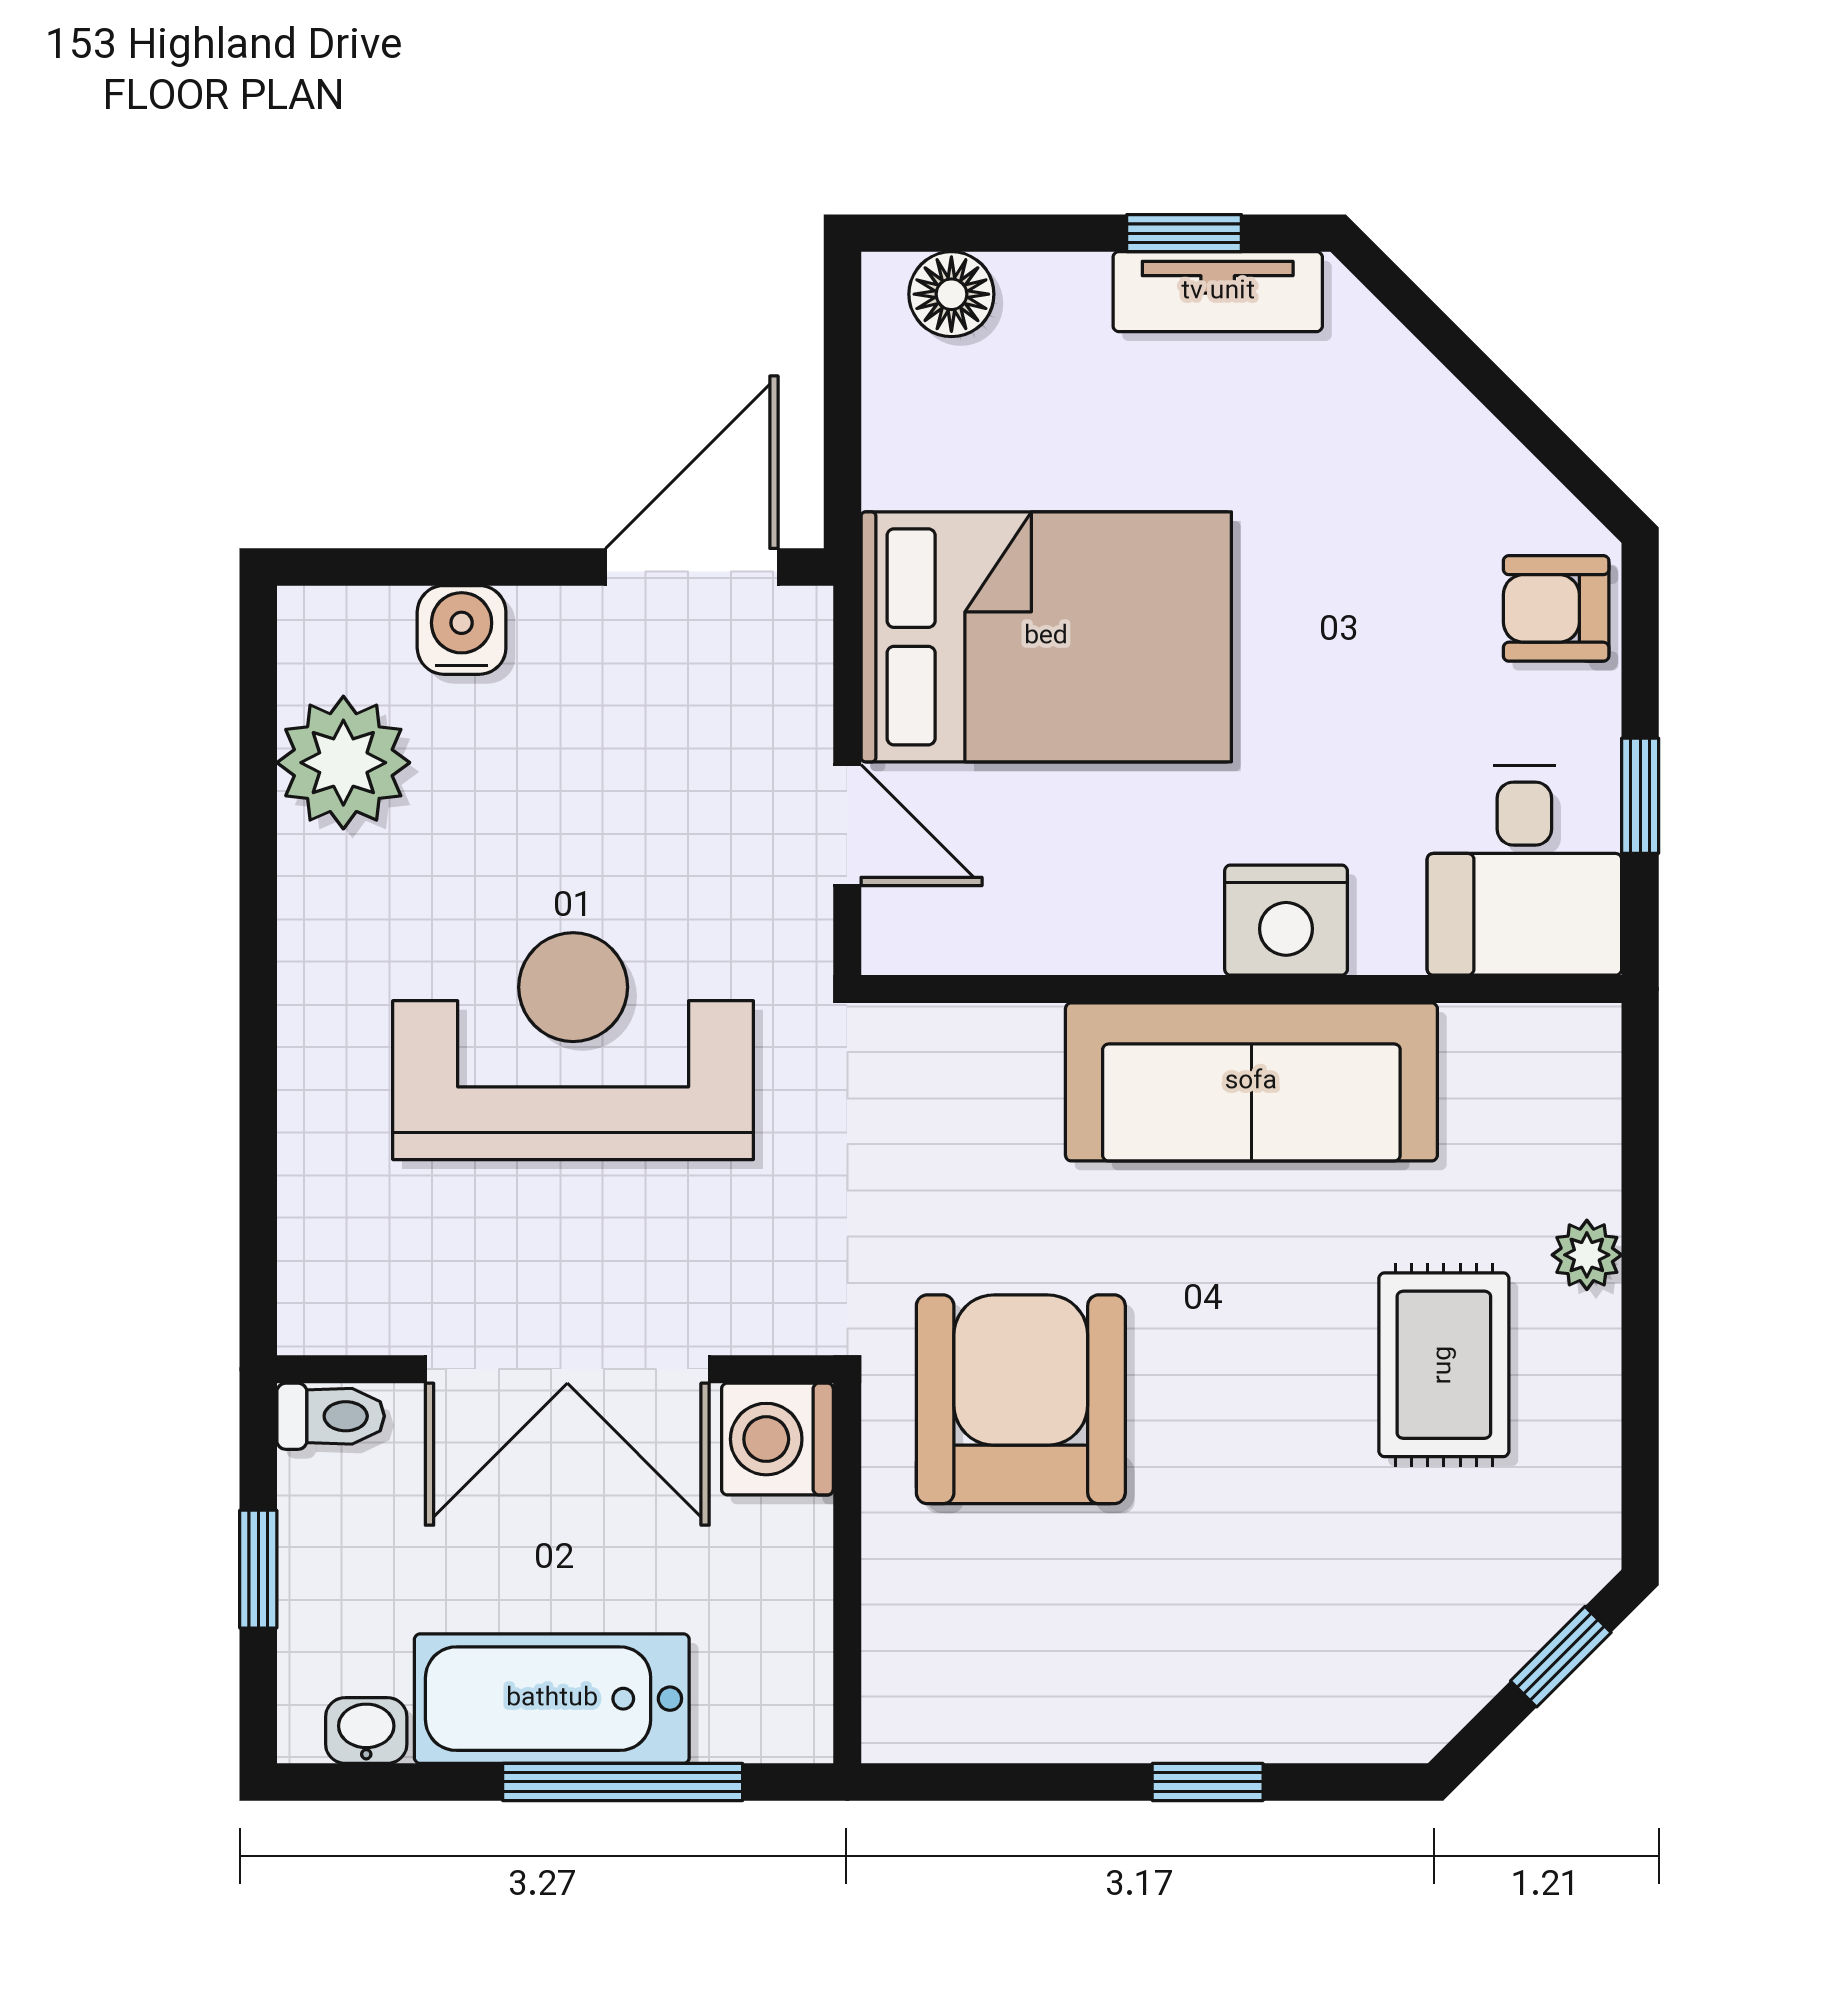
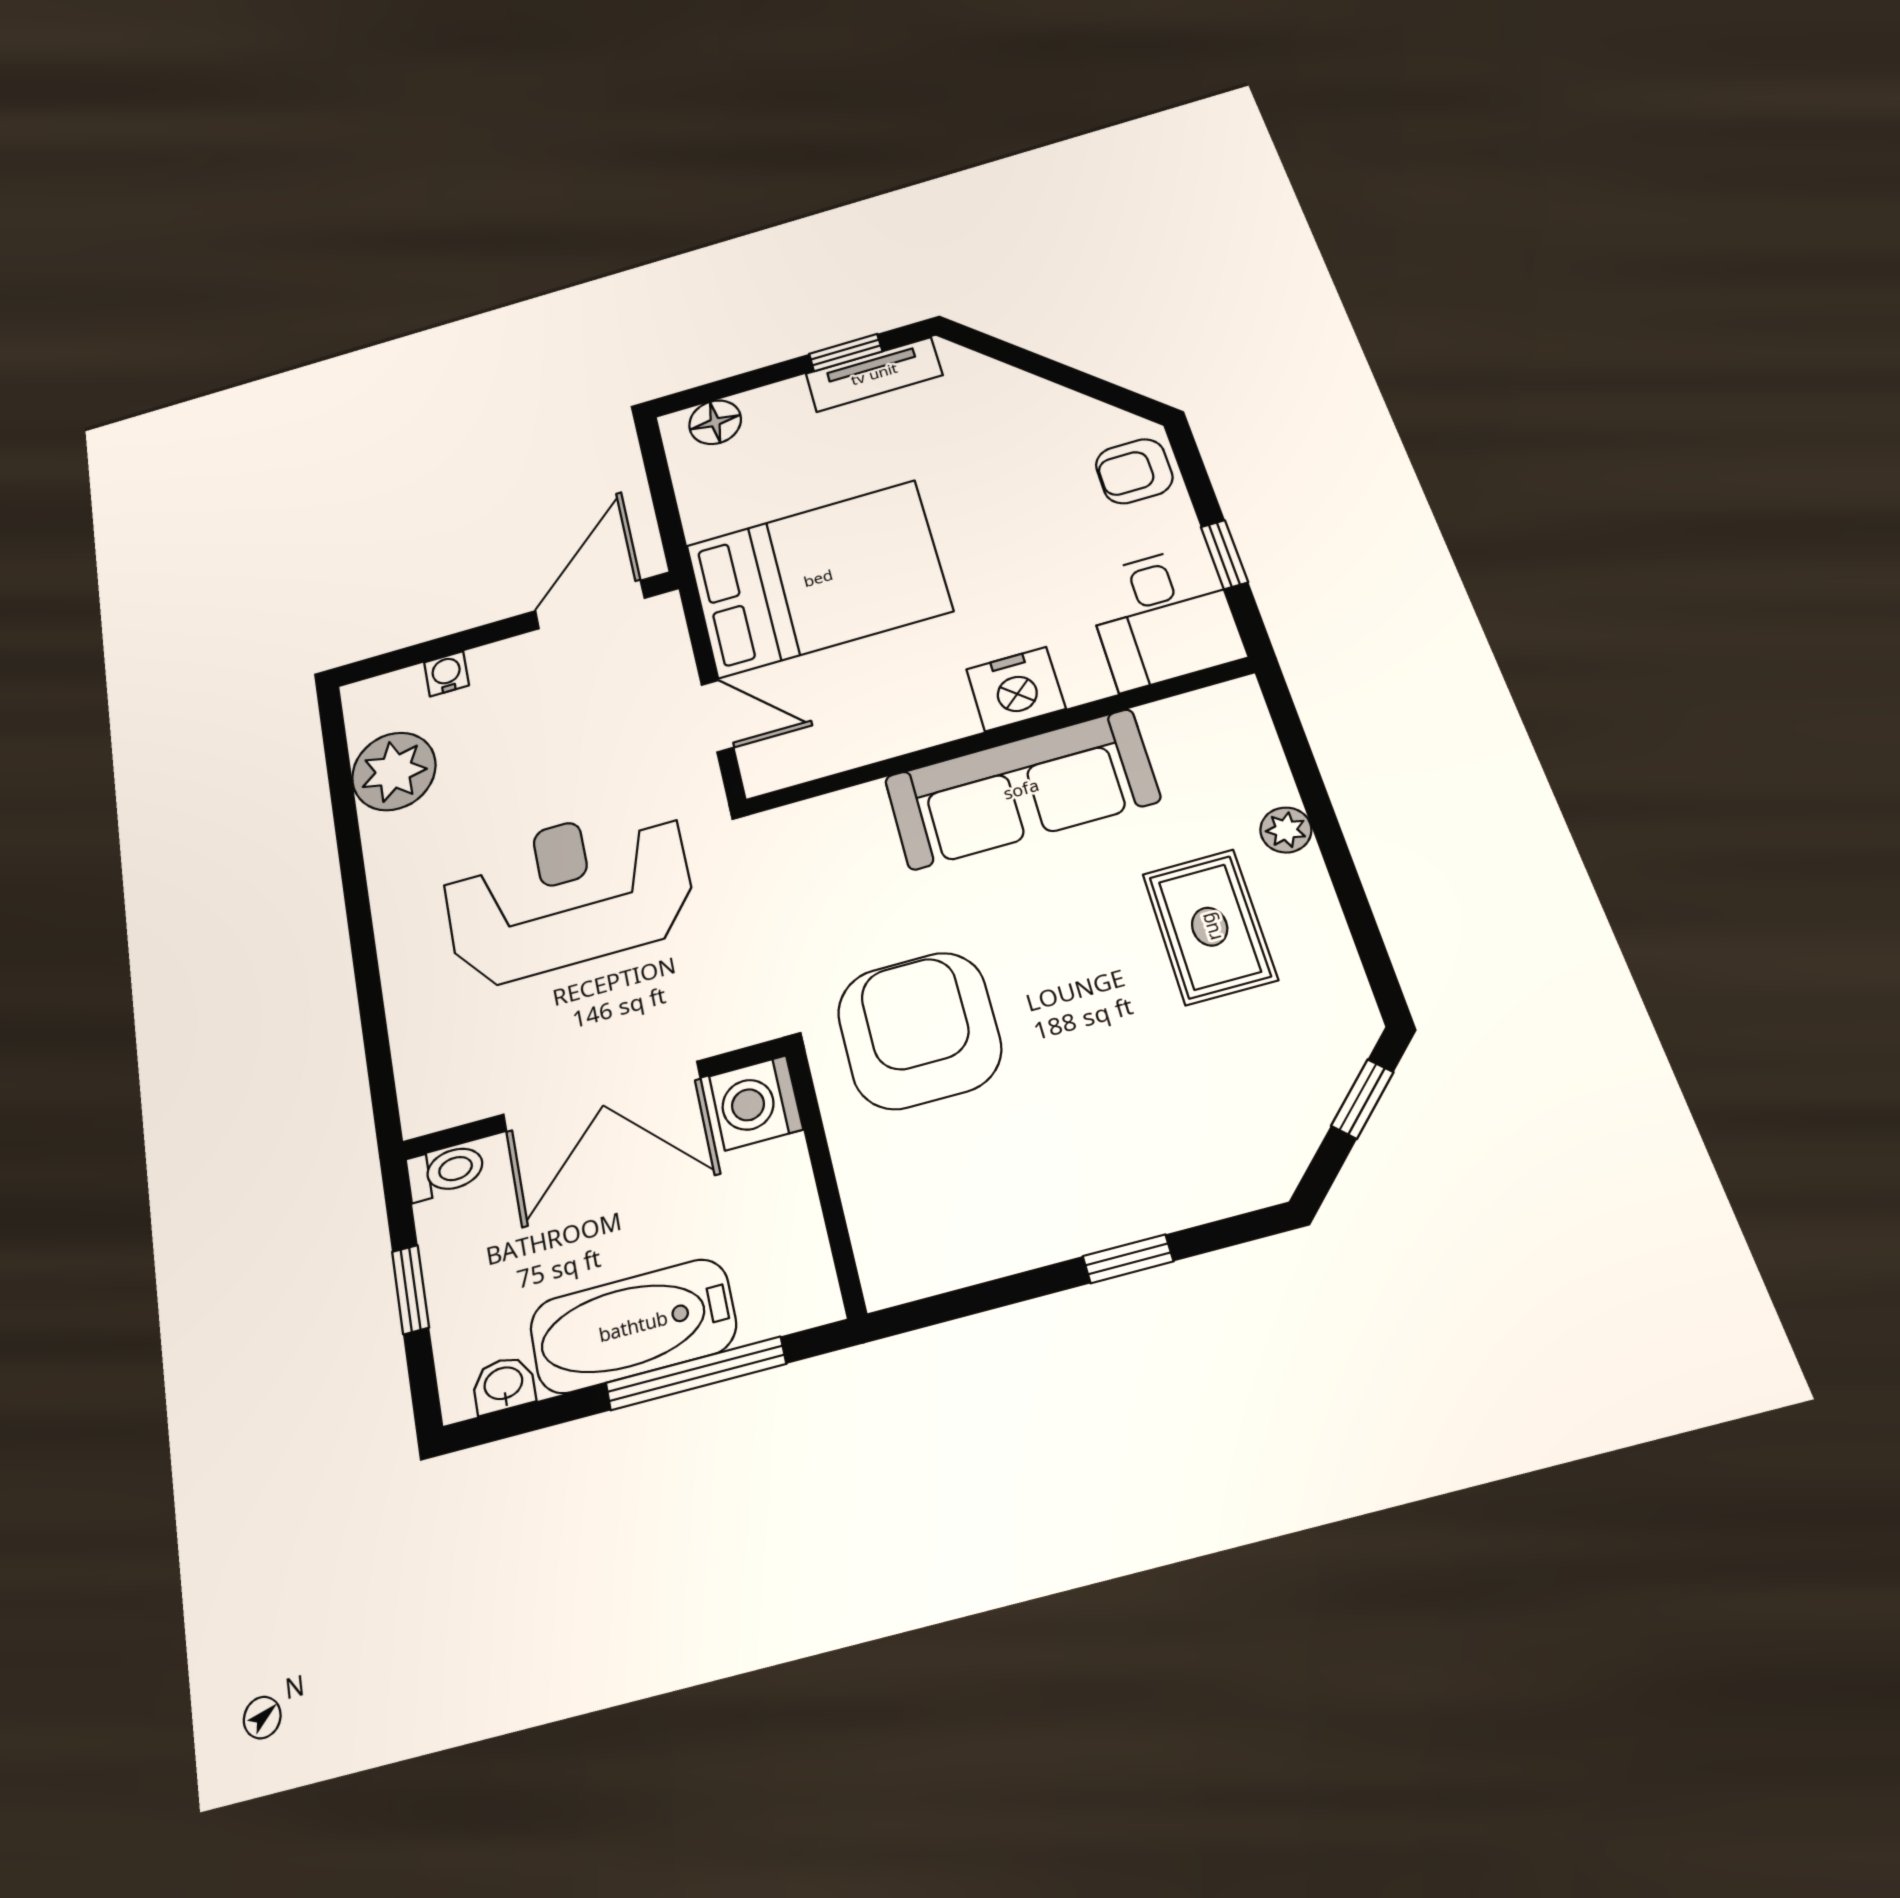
water cooler: (462, 630) -> (447, 674), width x0.72, depth x0.72

